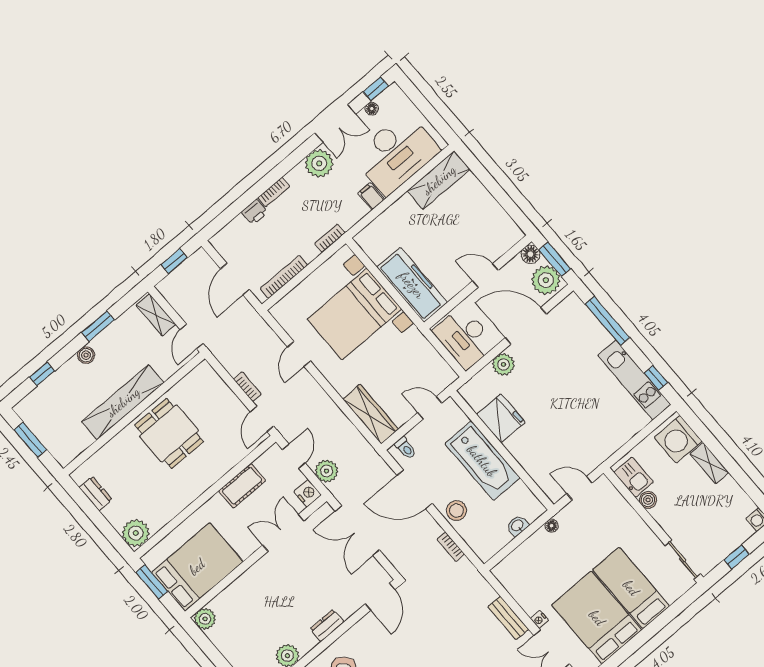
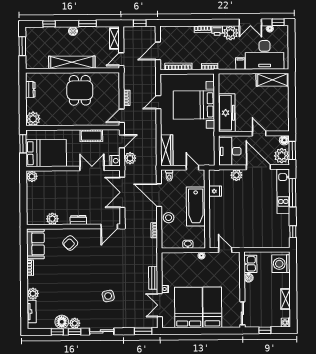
printer: (255, 212) -> (217, 31), moved
kitchen unit: (634, 380) -> (283, 191), moved
fridge: (501, 418) -> (215, 191), width x0.53, depth x0.75
shelving: (709, 463) -> (286, 299), moved

